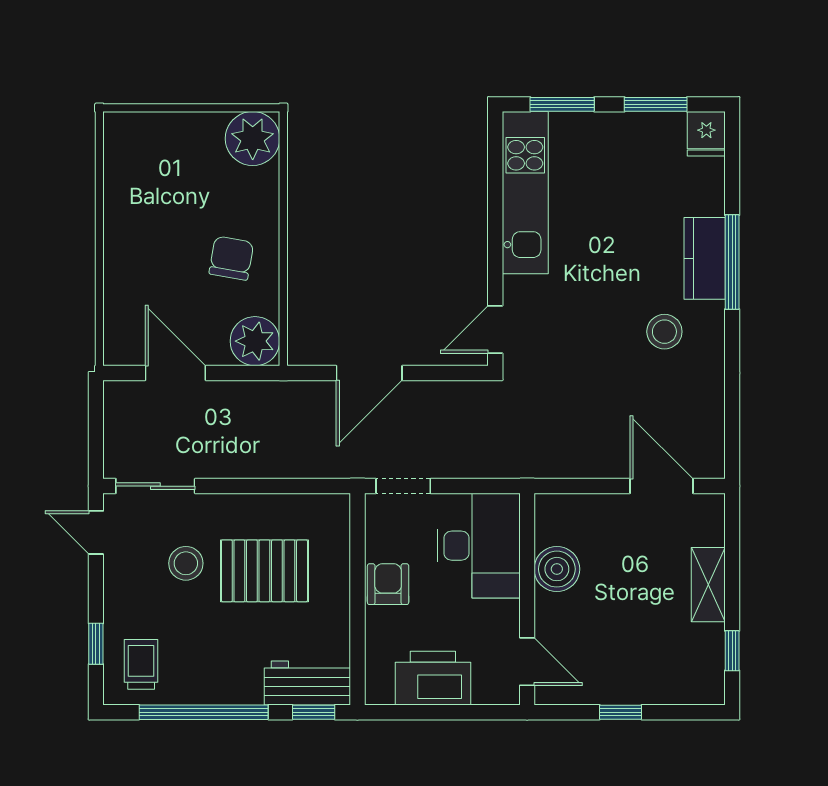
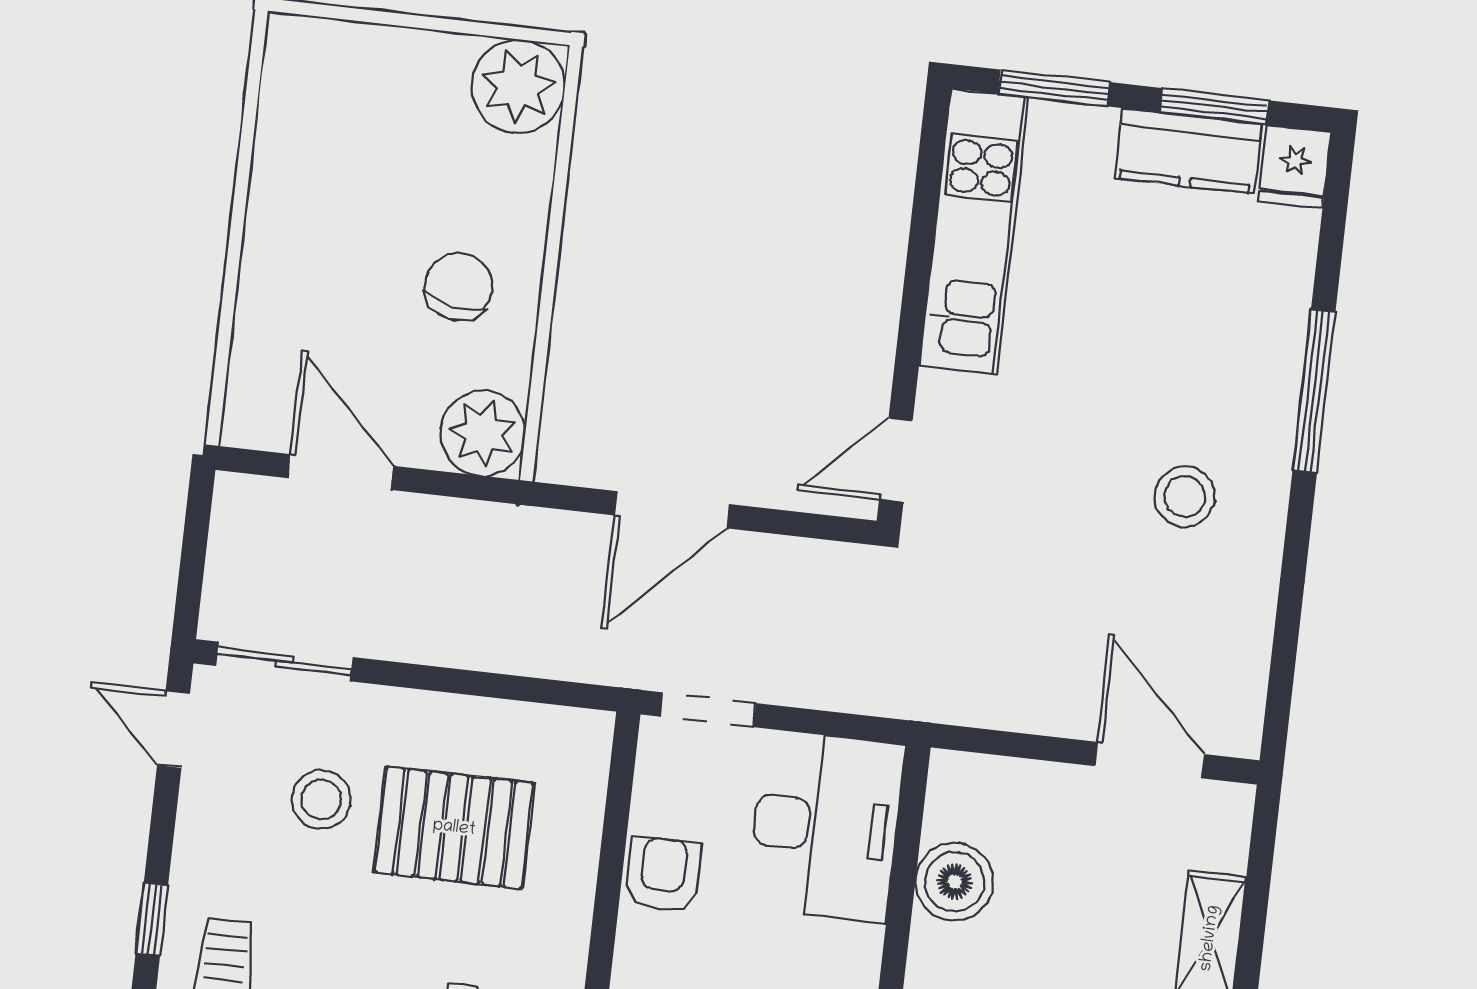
kitchen counter: (705, 258) -> (1188, 151), moved, turned -90

